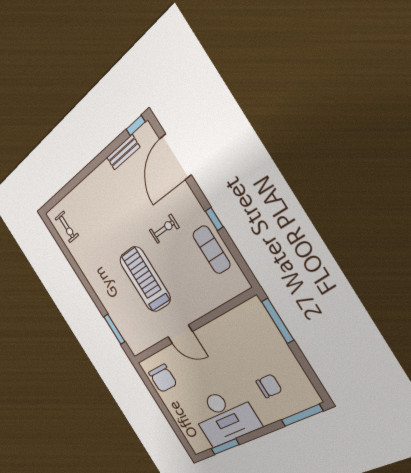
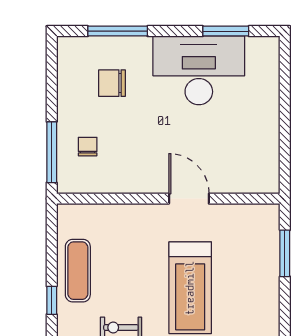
chair: (163, 378) -> (88, 147), moved, width x0.54, depth x0.54
window: (302, 415) -> (118, 31), moved

